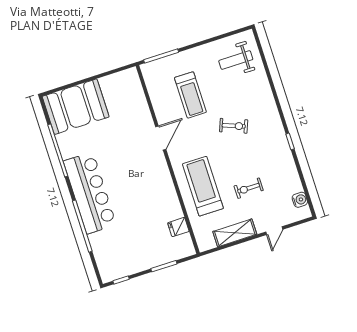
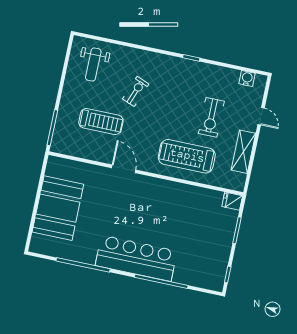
booth: (76, 107) -> (58, 208), moved
exercise bike: (234, 126) -> (136, 91), moved
exercise bike: (249, 188) -> (211, 117), width x1.38, depth x1.39
fridge: (178, 227) -> (232, 201), moved, turned 90

